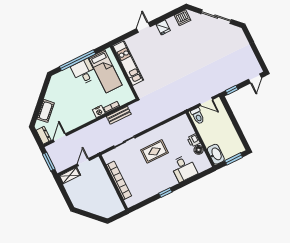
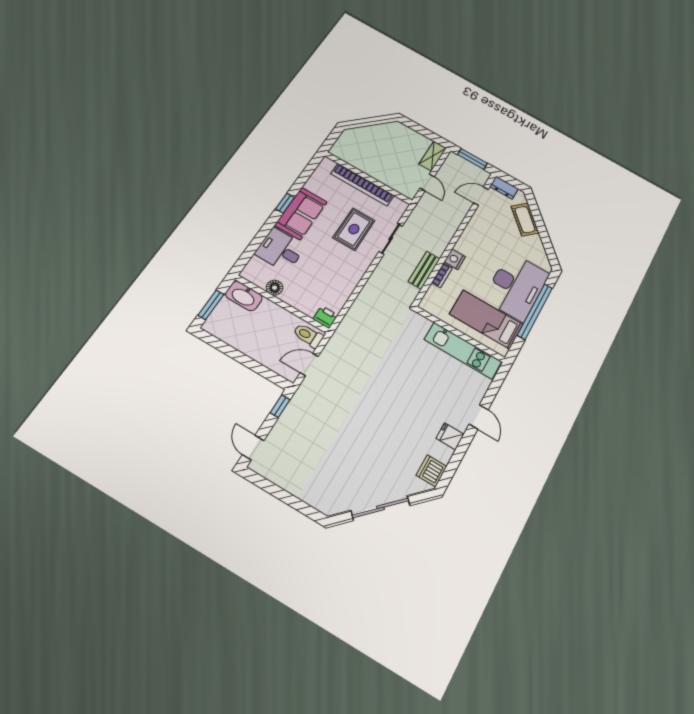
desk: (84, 72) -> (516, 286), width x1.87, depth x1.30
door: (60, 138) -> (481, 196), swing flipped
printer: (194, 140) -> (325, 317), moved
rug: (155, 151) -> (354, 229), moved
sofa: (161, 182) -> (301, 214), added

